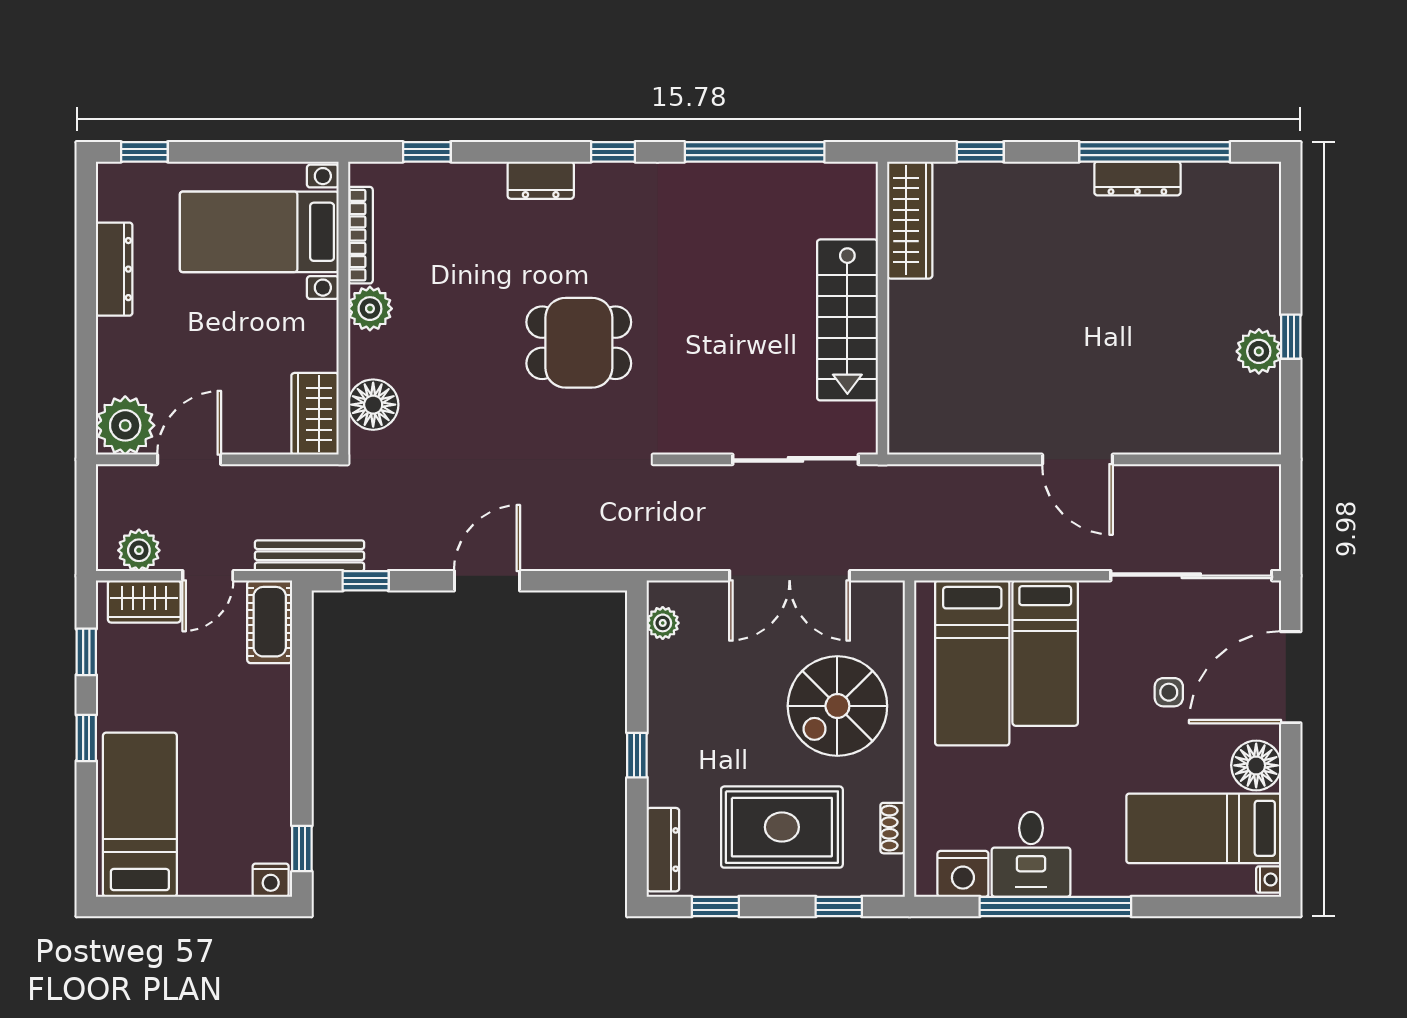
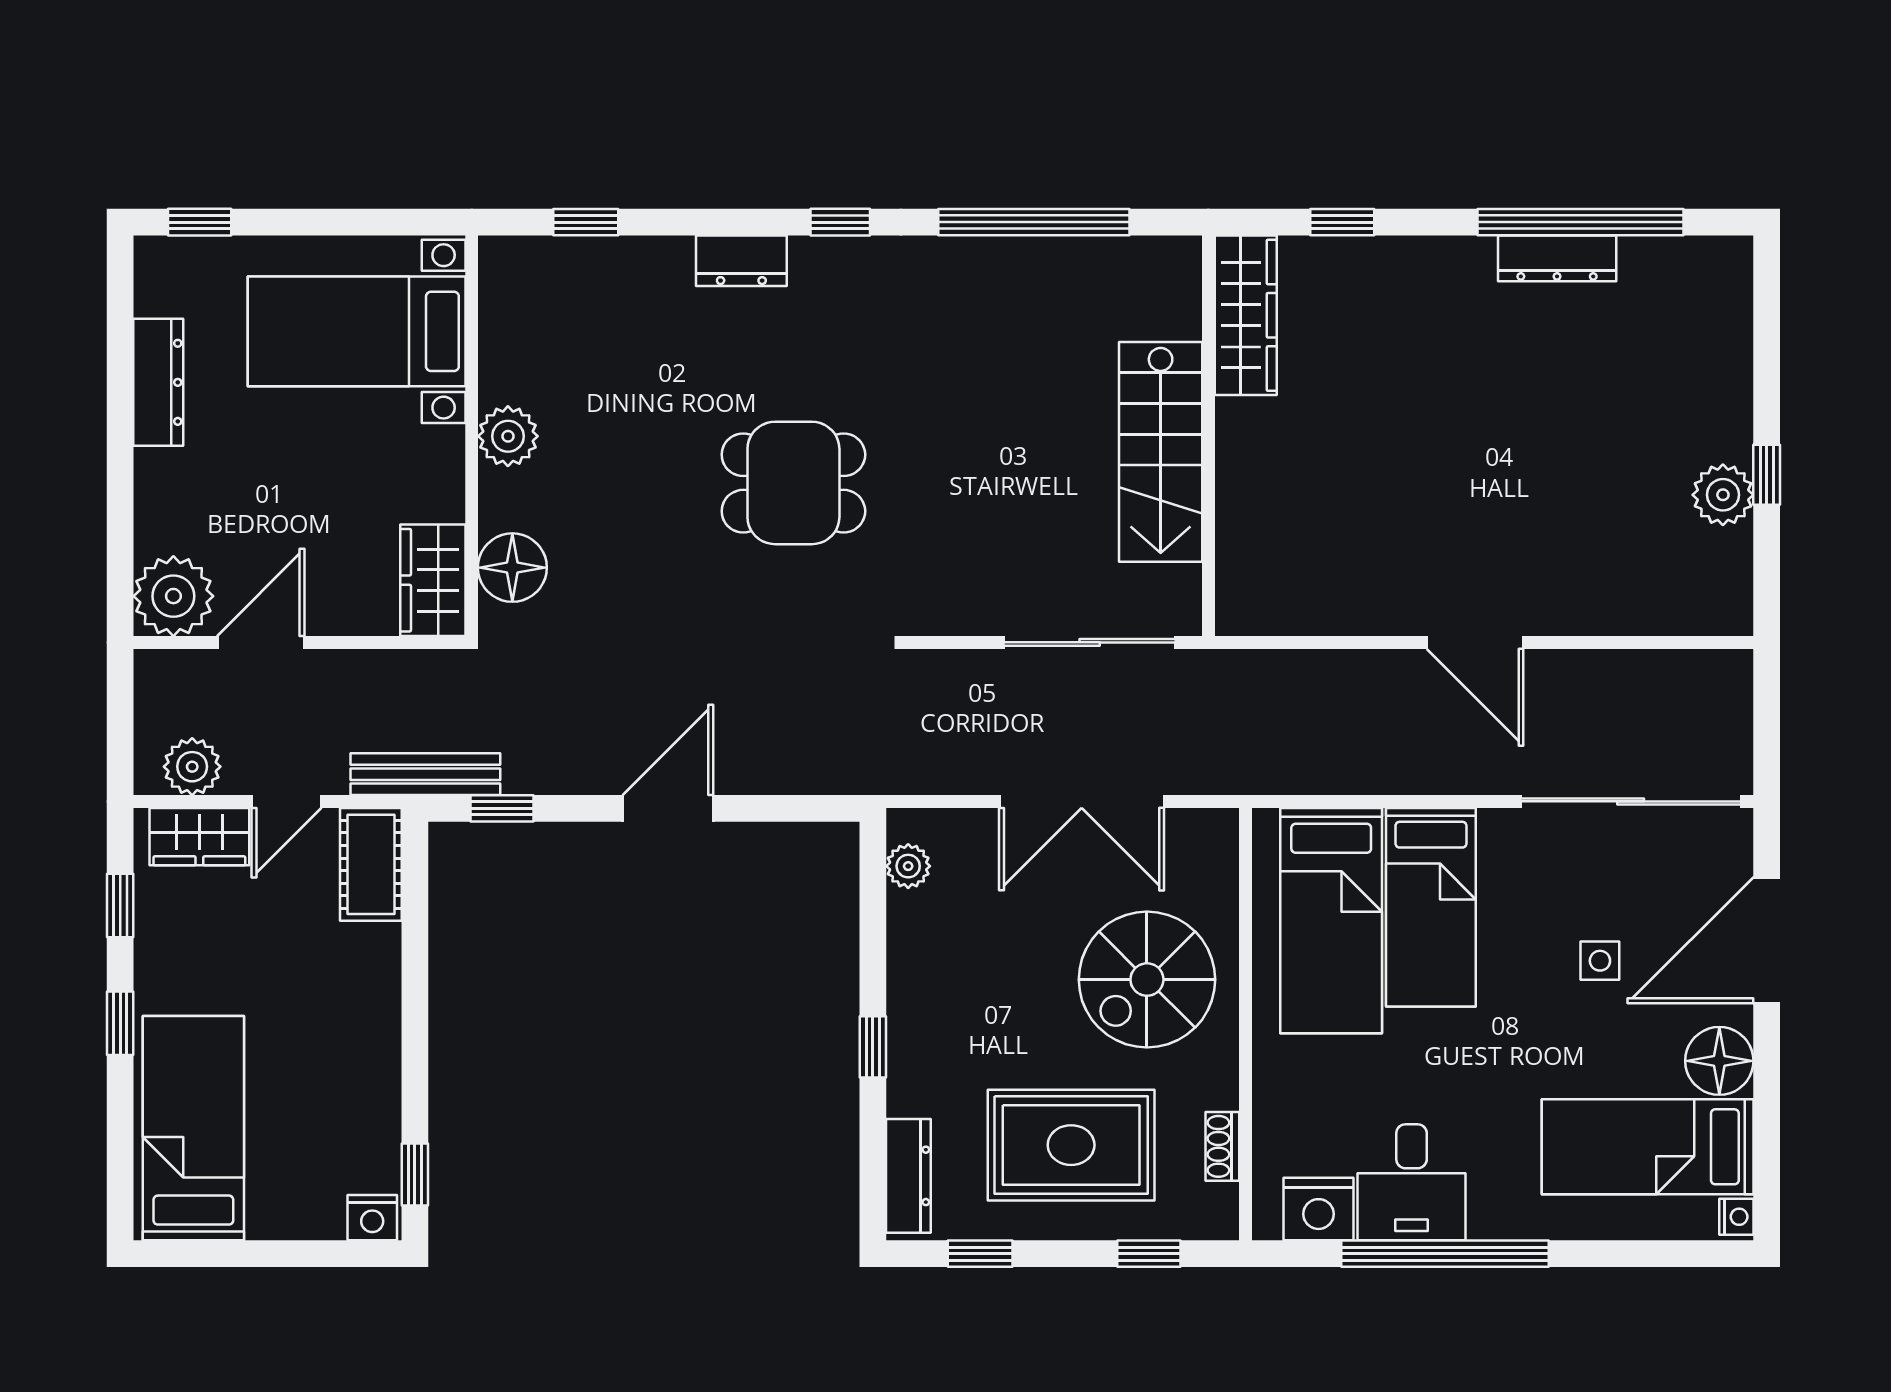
bookcase: (360, 235) -> (495, 336), removed

